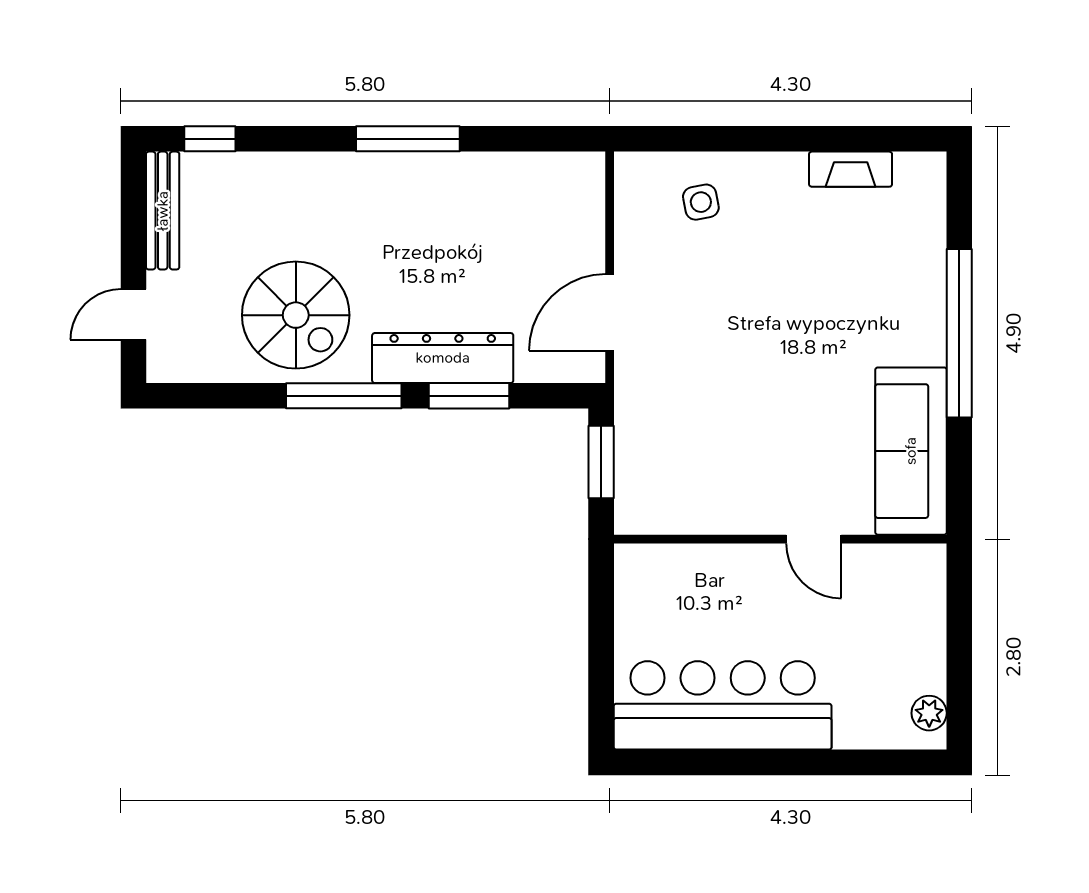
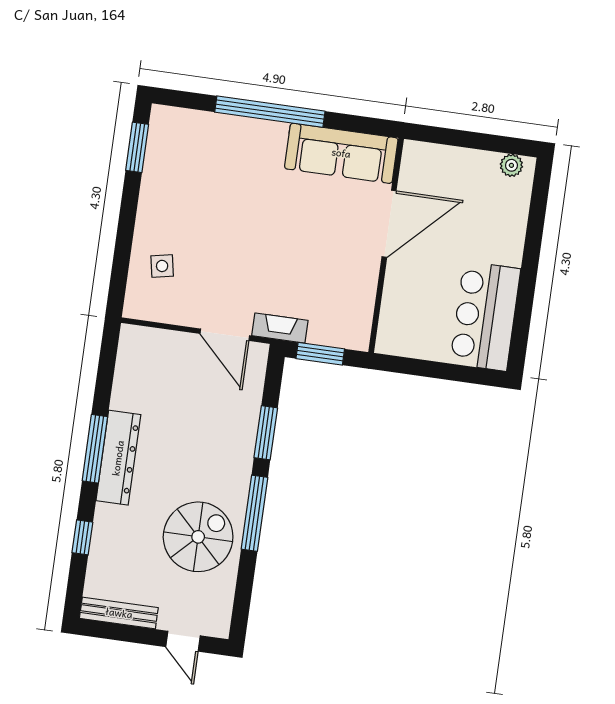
window: (210, 139) -> (82, 537), moved
window: (876, 139) -> (137, 147), added
fireplace: (851, 169) -> (280, 328), moved, turned -90
dresser: (443, 358) -> (118, 458), moved, turned 180
door: (814, 539) -> (389, 224), width x1.87
bar counter: (723, 705) -> (485, 316), width x0.73

